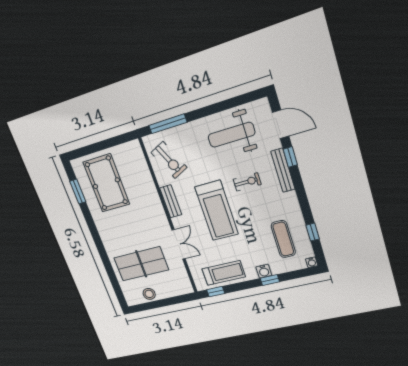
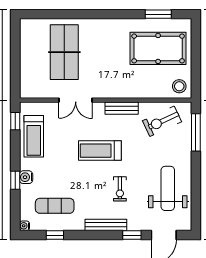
bench: (283, 170) -> (106, 225), moved
treadmill: (217, 211) -> (100, 151), width x0.73, depth x0.73
stool: (149, 294) -> (179, 86), moved

